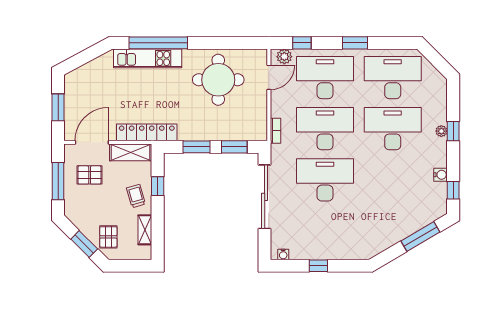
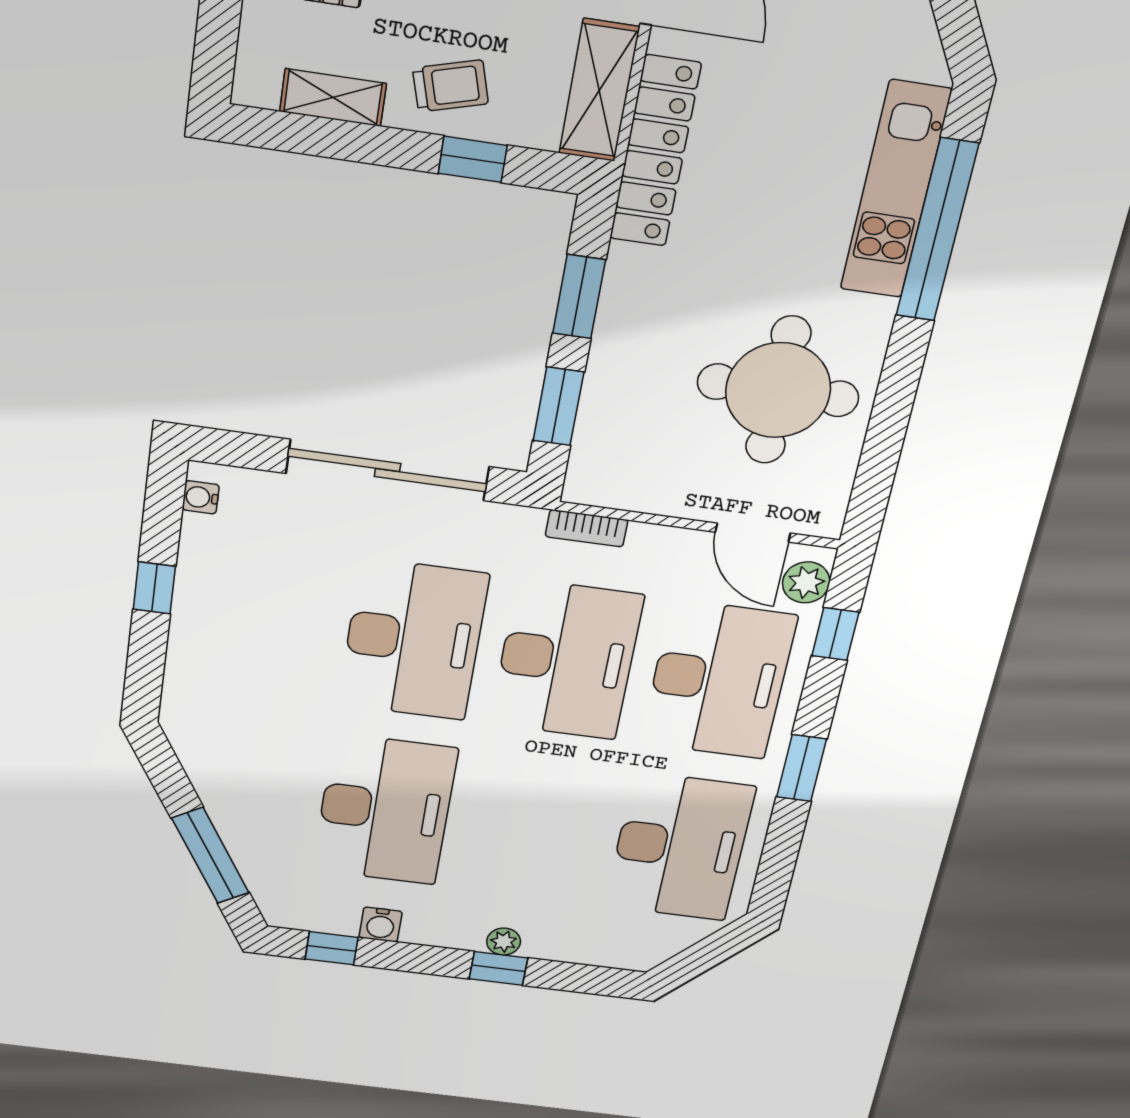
desk: (393, 129) -> (385, 810), moved

